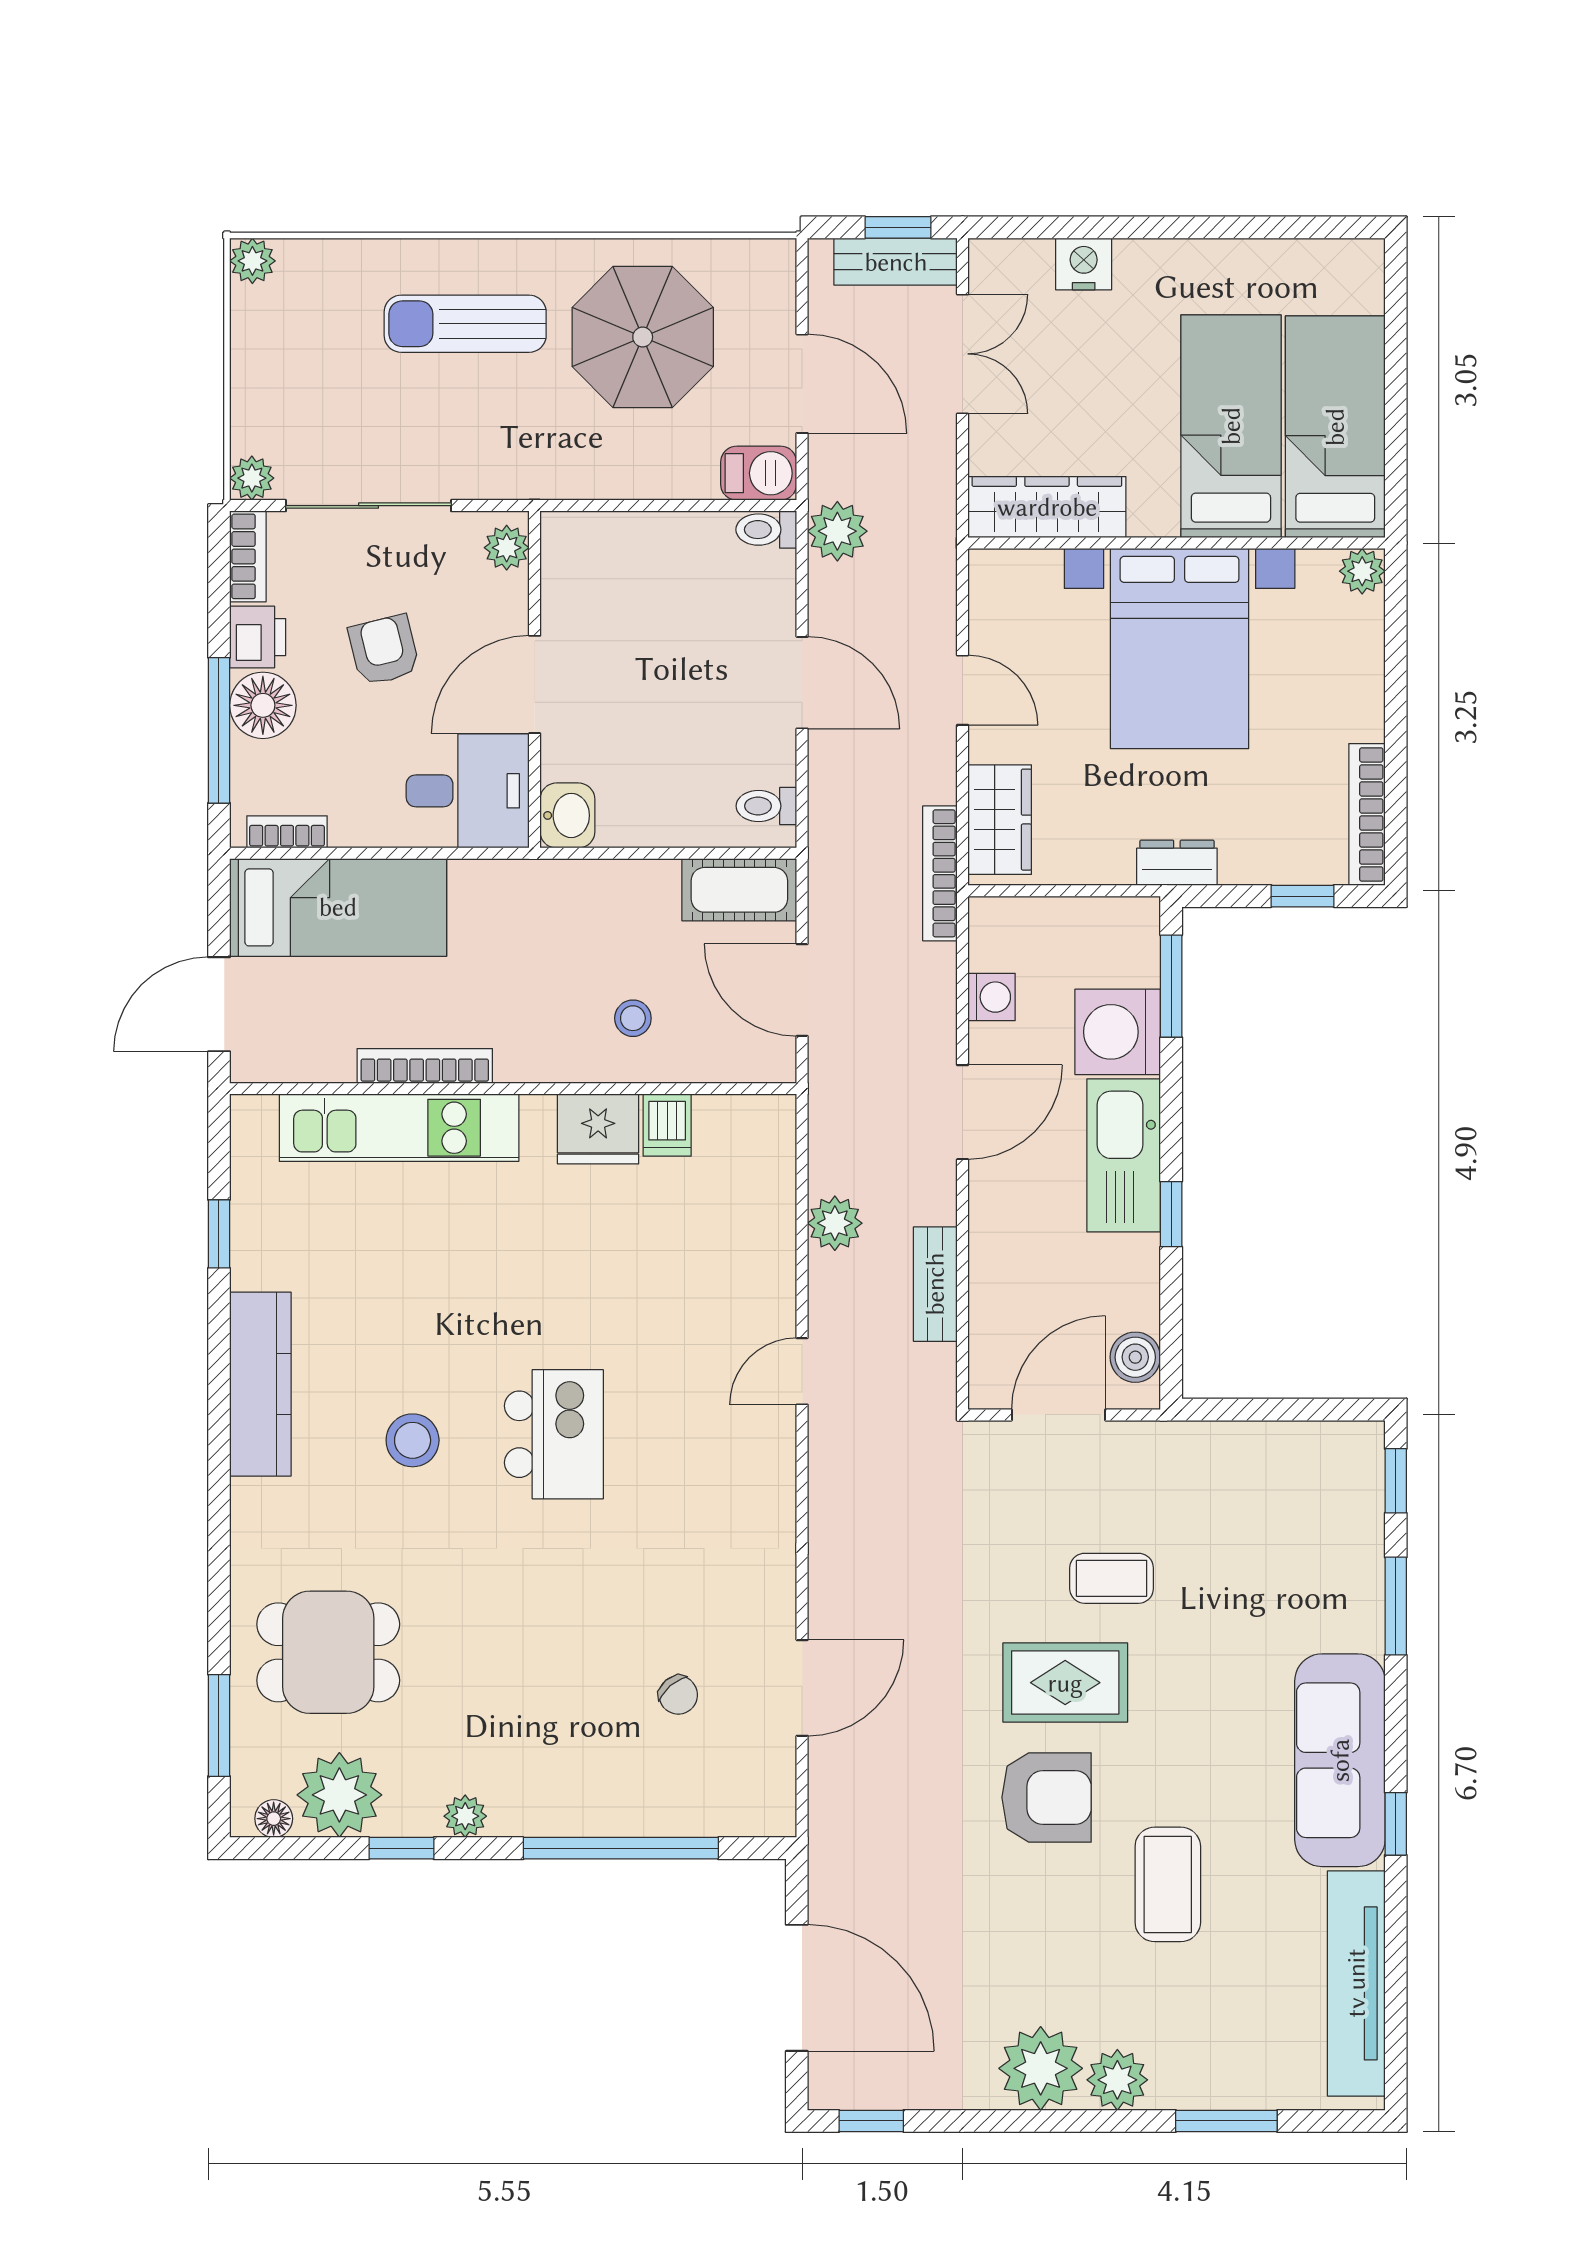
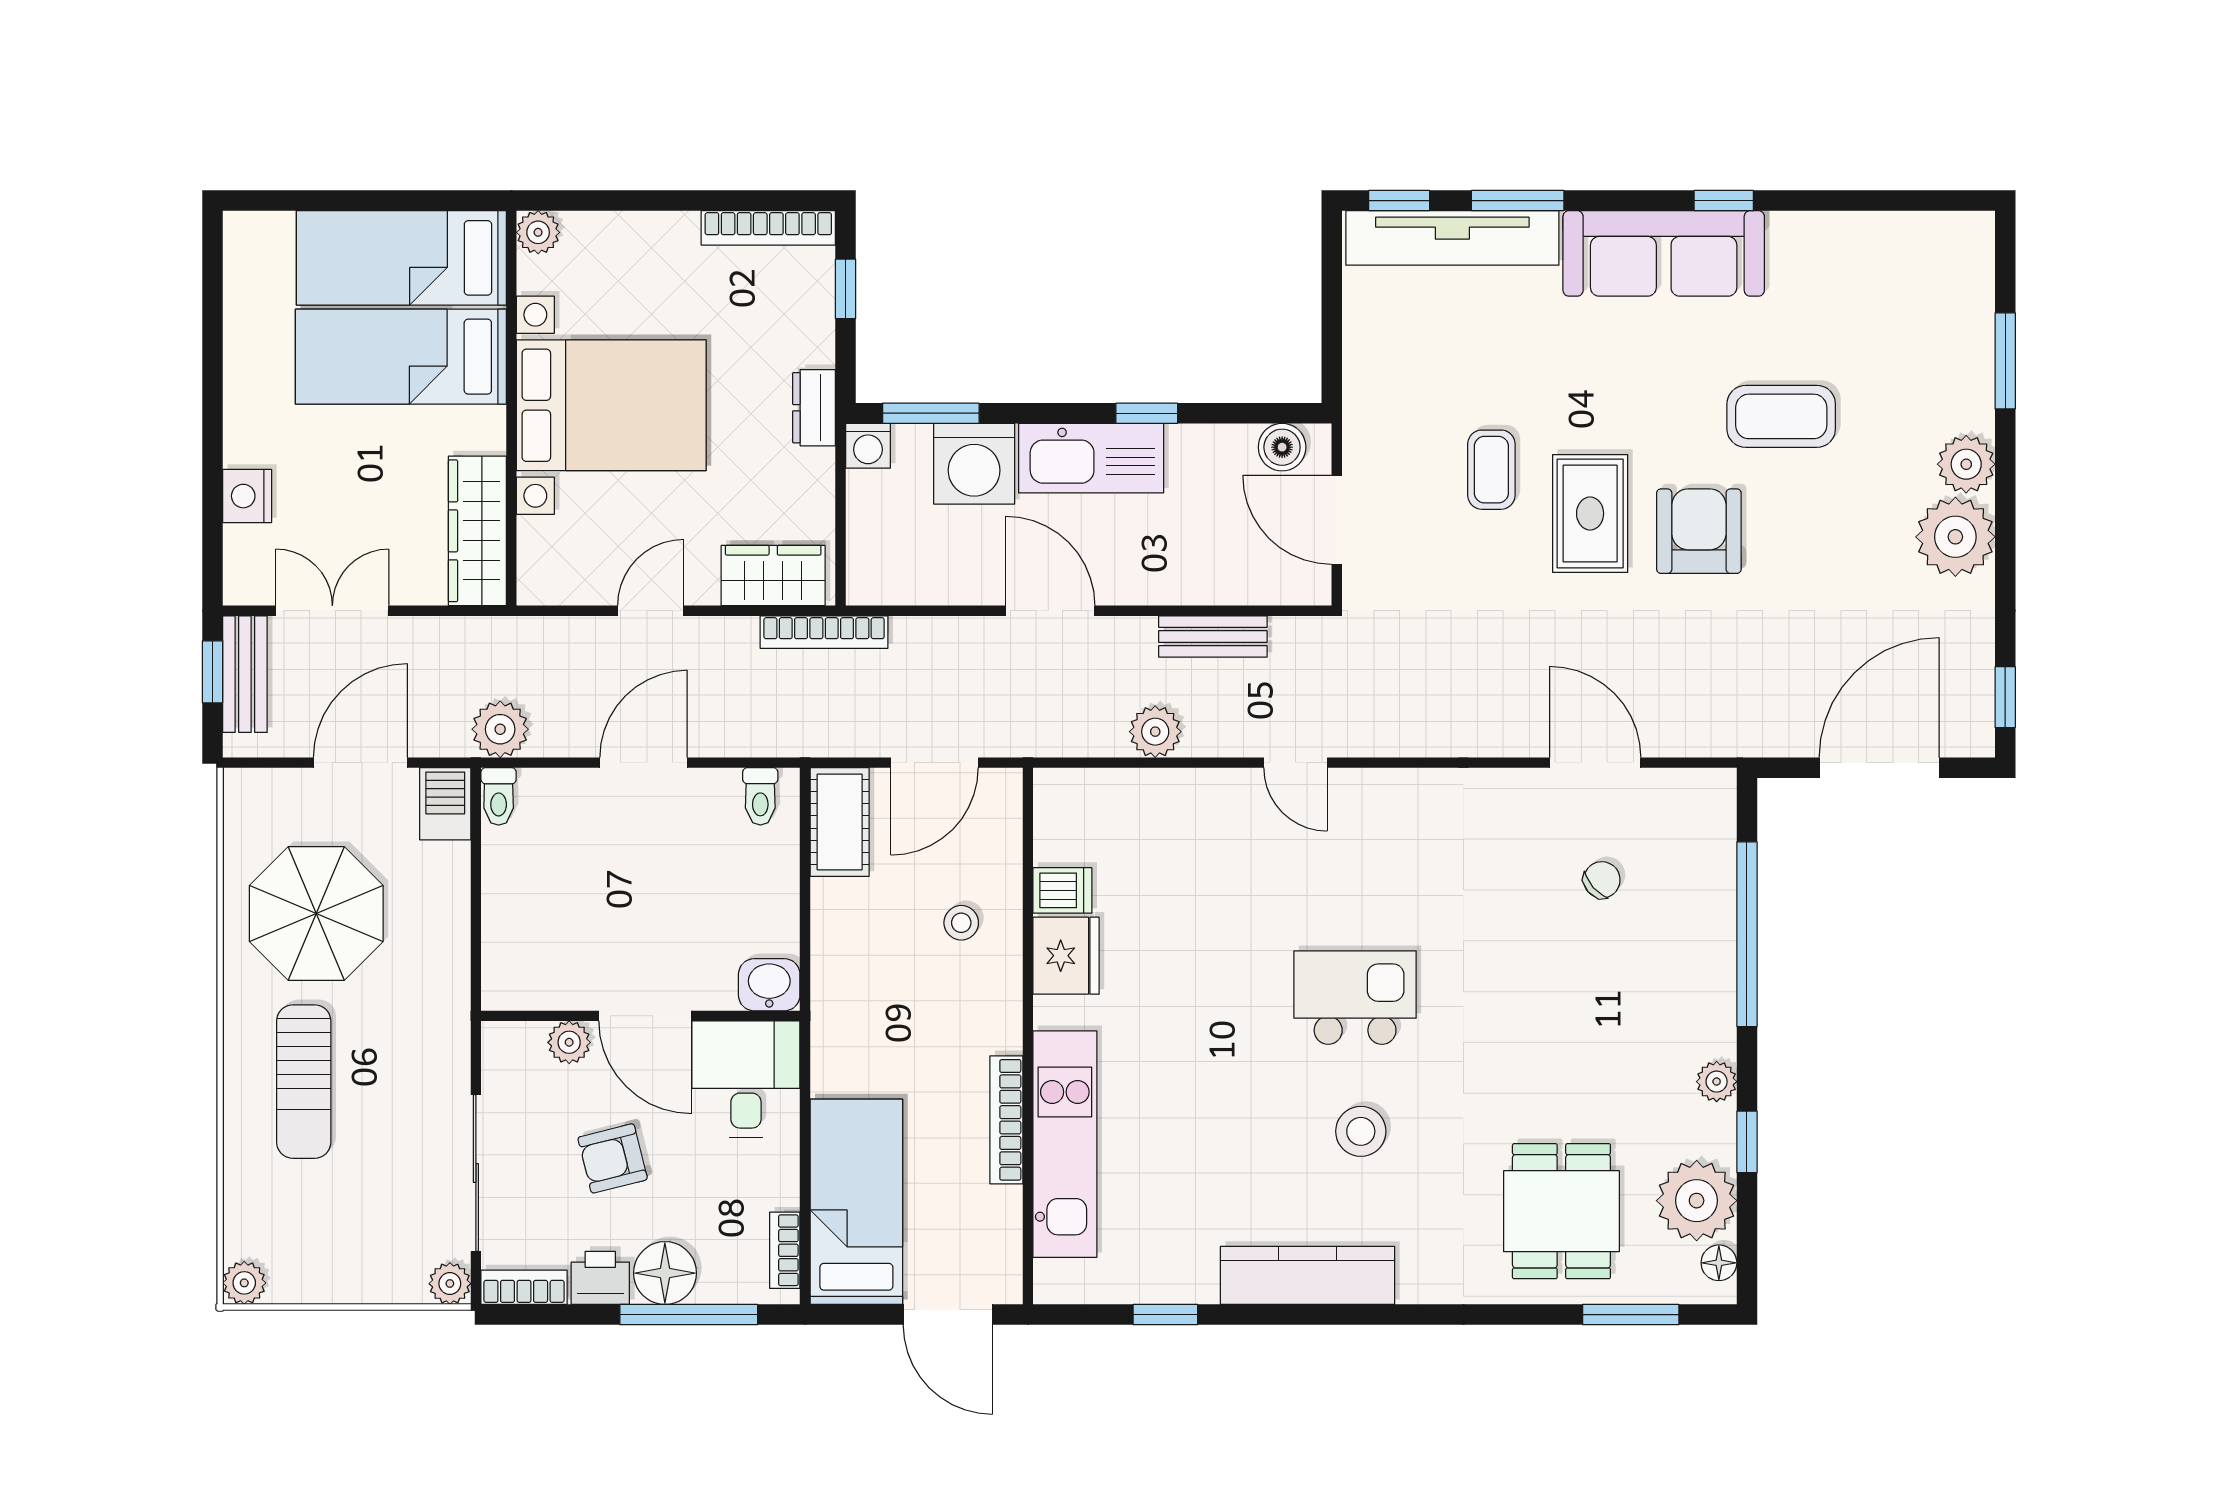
plant: (507, 548) -> (569, 1042), moved
washing machine: (992, 997) -> (868, 446), moved, turned 180
tv unit: (1356, 1983) -> (1452, 238), moved

